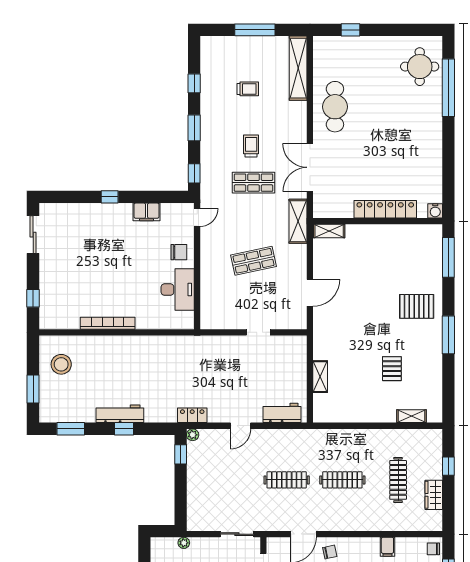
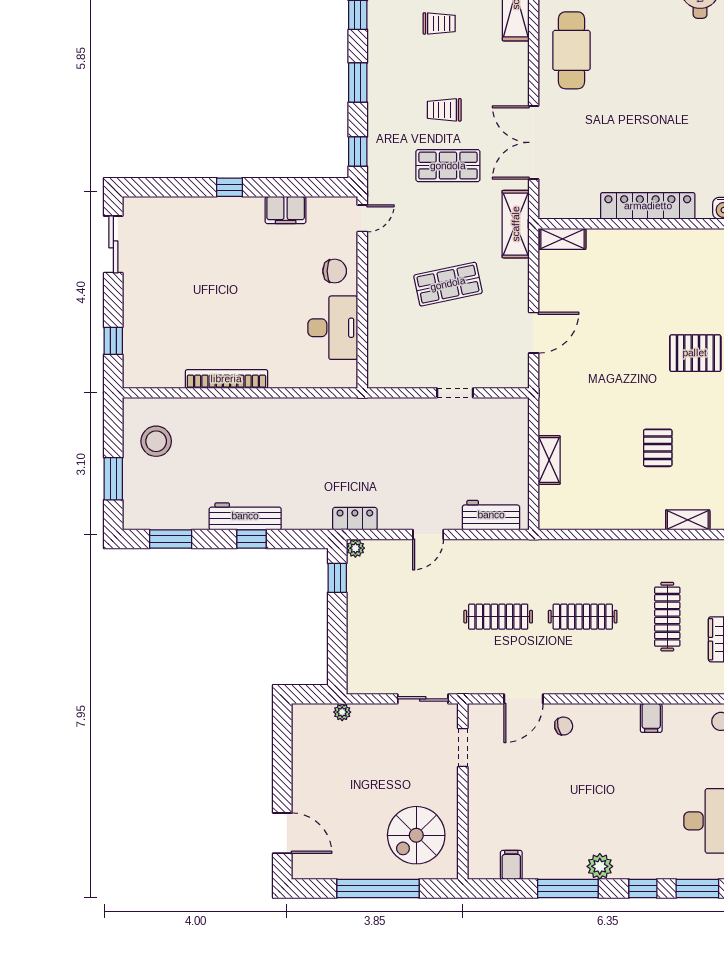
trolley: (251, 146) -> (444, 110), turned -90

